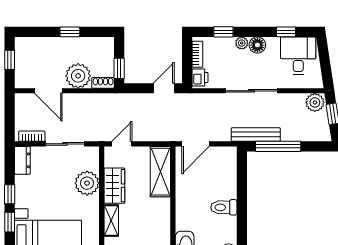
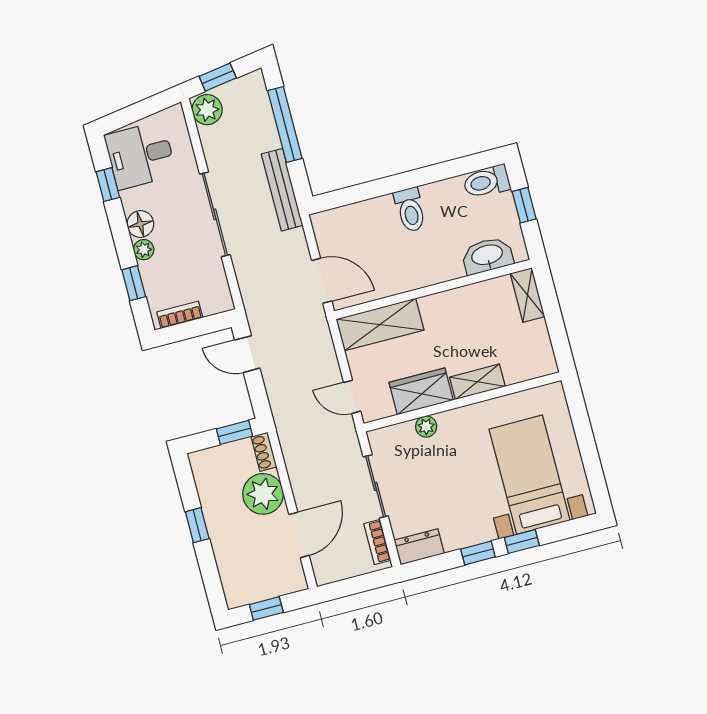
printer: (200, 77) -> (215, 301), removed
window: (278, 146) -> (285, 125), moved
plant: (87, 183) -> (426, 427), width x0.53, depth x0.53

